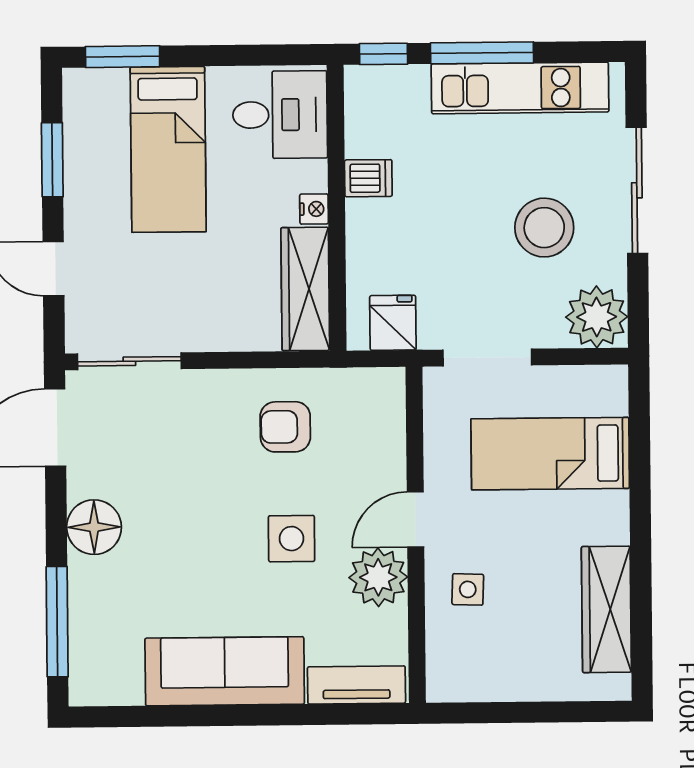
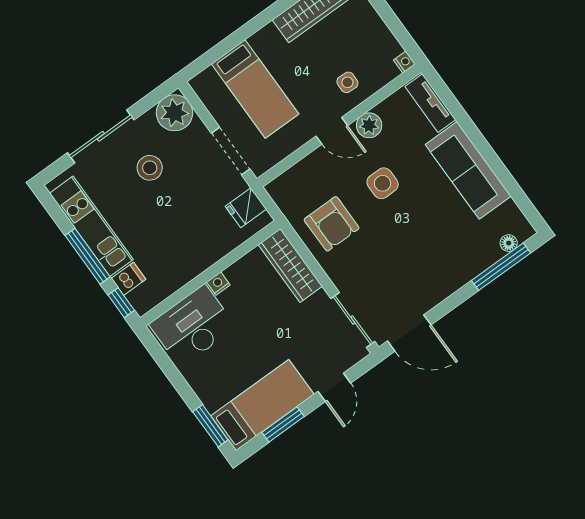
desk: (280, 115) -> (193, 326), width x1.37
bed: (168, 149) -> (262, 405), moved
dishwasher: (368, 178) -> (129, 279), moved, turned 90
stool: (544, 228) -> (150, 168), width x0.73, depth x0.73
wardrobe: (305, 289) -> (290, 265), moved, turned 90
armchair: (285, 427) -> (332, 224), width x1.38, depth x1.38
floor lamp: (94, 527) -> (509, 243), moved, width x0.53, depth x0.53
plant: (378, 577) -> (369, 125), width x0.73, depth x0.73
nightstand: (440, 689) -> (404, 62), added

